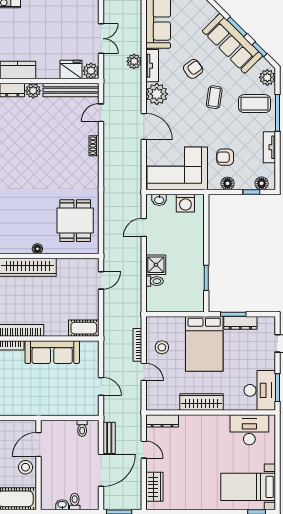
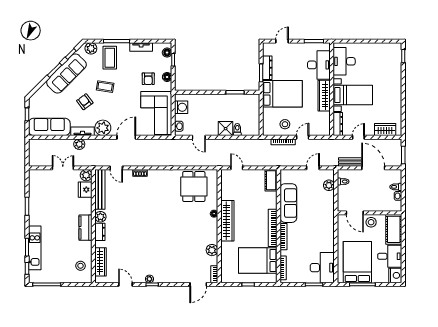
dining table: (75, 221) -> (194, 186), turned 90
desk: (260, 390) -> (319, 65), moved, turned 90
plant: (77, 409) -> (329, 185), added
bed with nightstands: (248, 487) -> (353, 95), moved, turned -90

